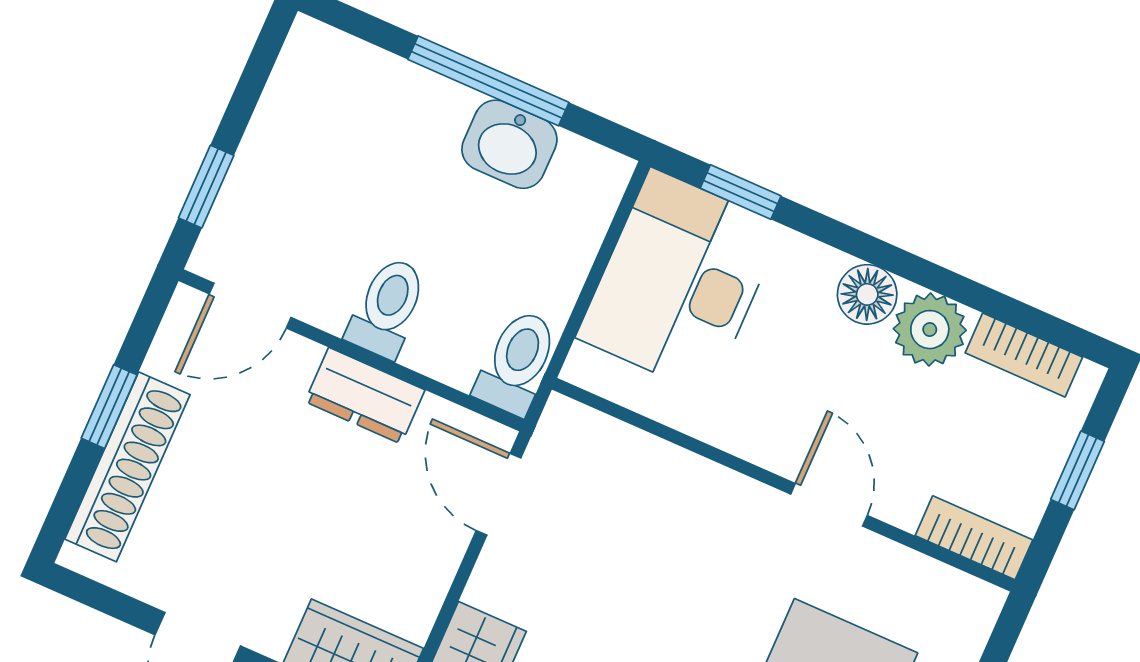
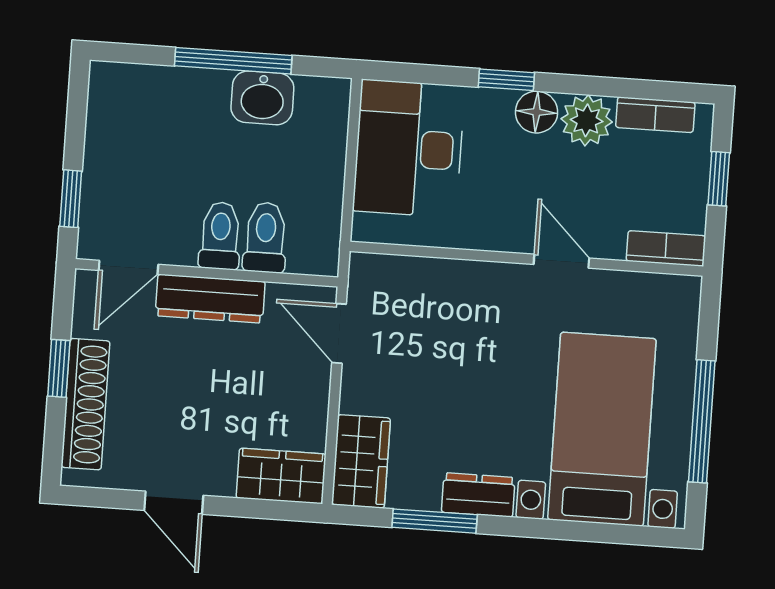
window: (741, 192) -> (506, 80), moved
toilet: (517, 362) -> (265, 237), moved
dresser: (365, 396) -> (210, 299), width x1.44

